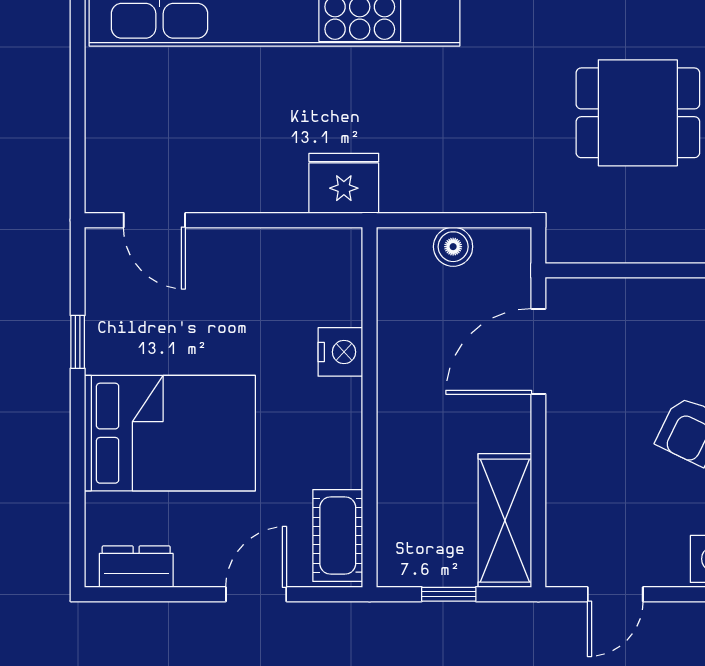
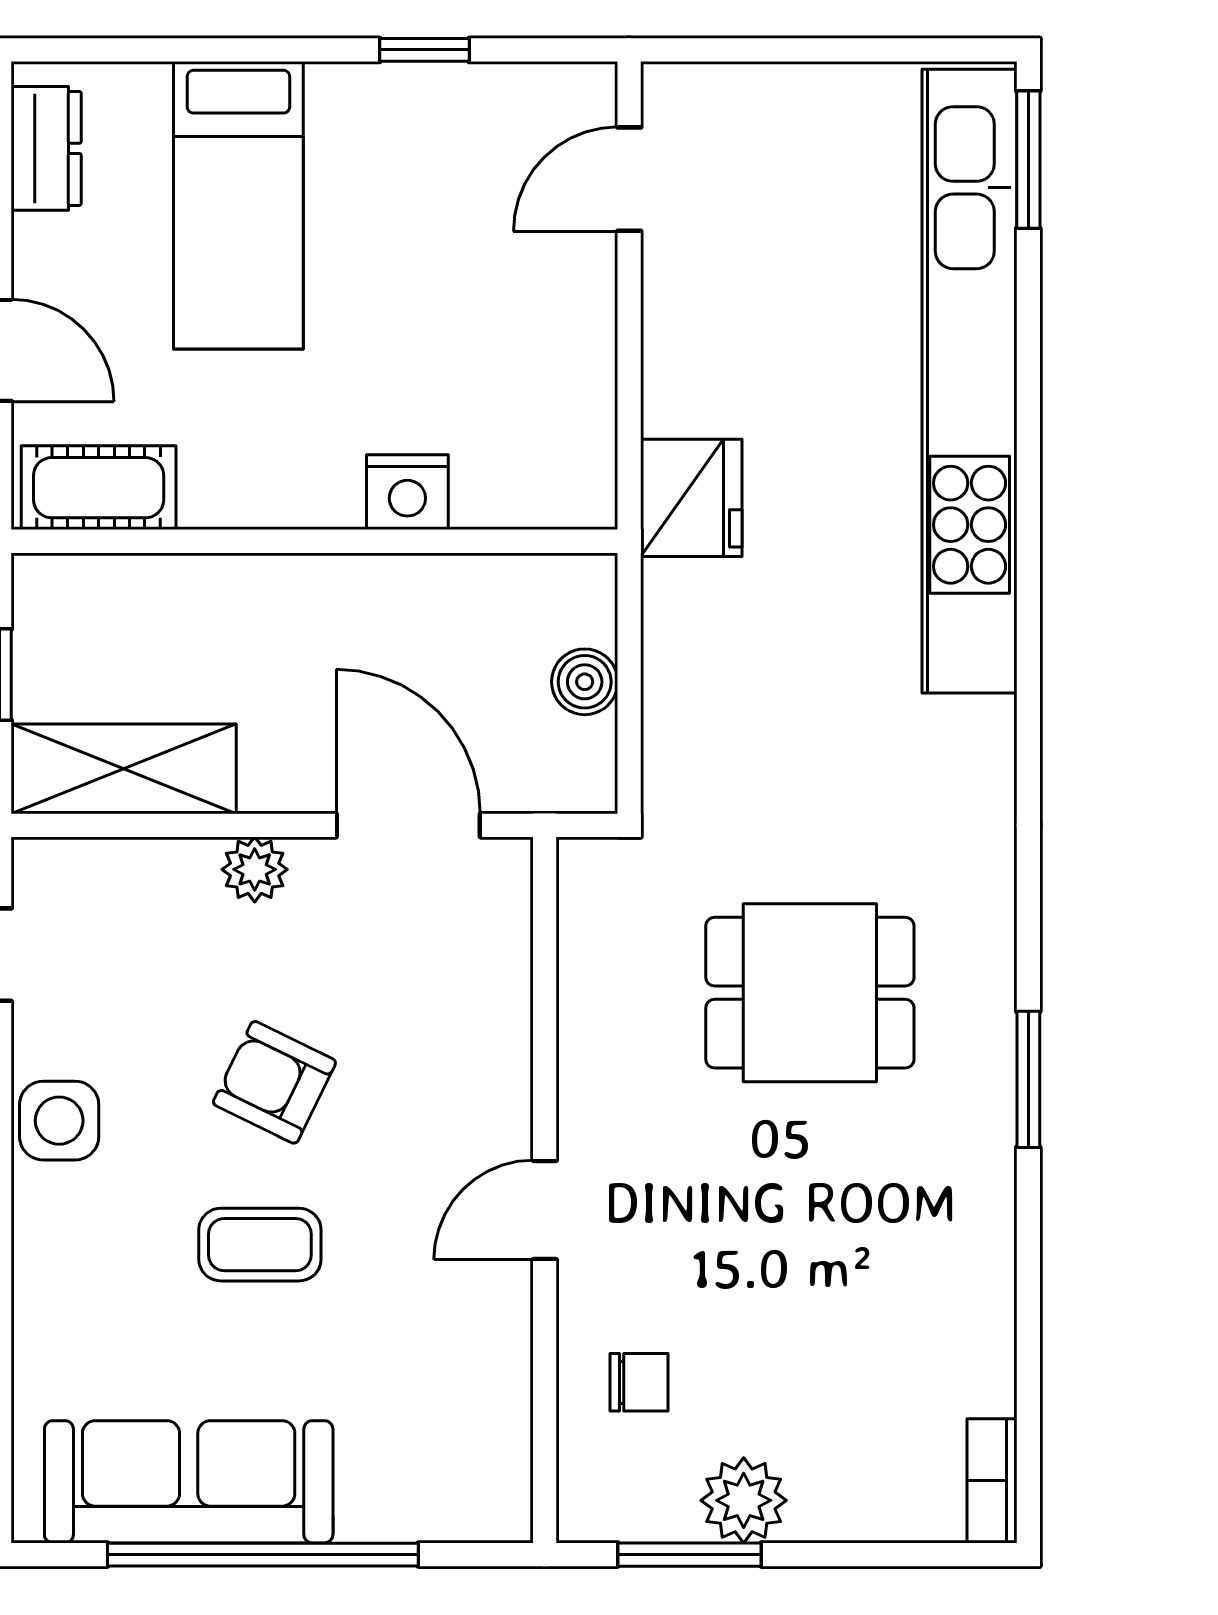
dining table: (638, 113) -> (810, 993), turned 90
bed: (170, 433) -> (238, 205), width x0.67
plant: (565, 443) -> (255, 869), added

